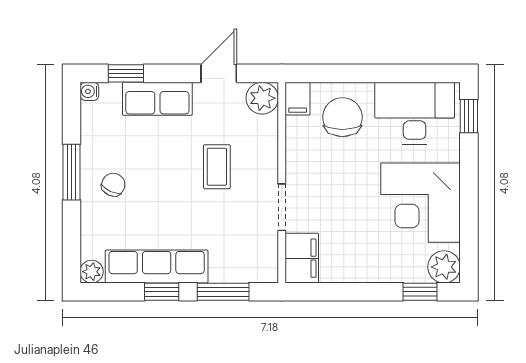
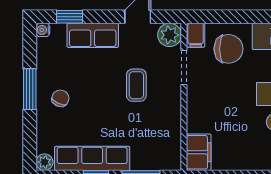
chair: (342, 117) -> (228, 49), turned 90
doorway: (282, 207) -> (184, 67), moved

